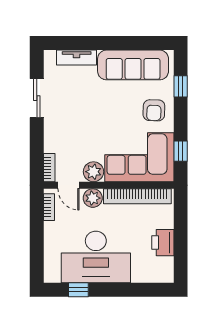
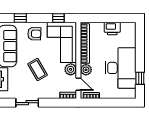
coffee table: (93, 116) -> (38, 69), added
door: (68, 185) -> (78, 84), hinge flipped

